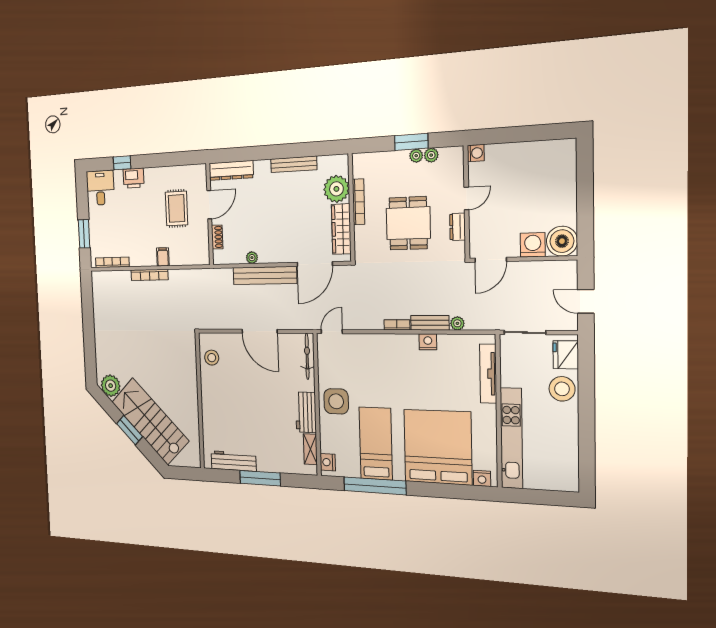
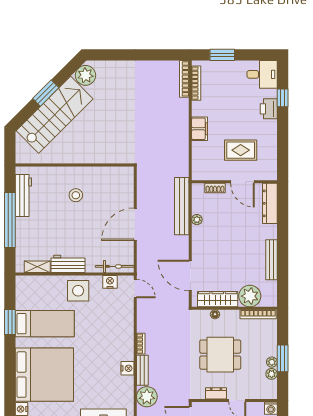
bookcase: (359, 202) -> (258, 314), moved
floor lamp: (359, 232) -> (215, 314), added
filing cabinet: (163, 257) -> (200, 129), width x2.00
bookcase: (149, 275) -> (184, 79), moved
bench: (265, 275) -> (182, 206), moved
plant: (457, 323) -> (147, 397), width x1.87, depth x1.87
stool: (212, 358) -> (76, 195), moved
nightstand: (328, 462) -> (110, 282), moved
window: (260, 478) -> (10, 220), width x1.46
window: (375, 486) -> (10, 322), width x0.47

